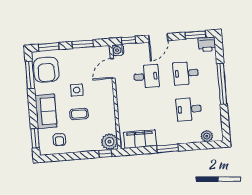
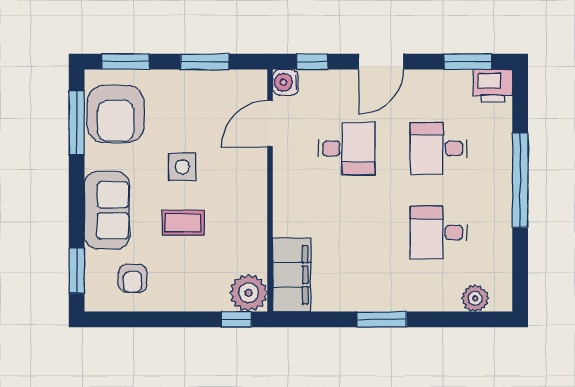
filing cabinet: (140, 139) -> (292, 275), moved, turned 90

